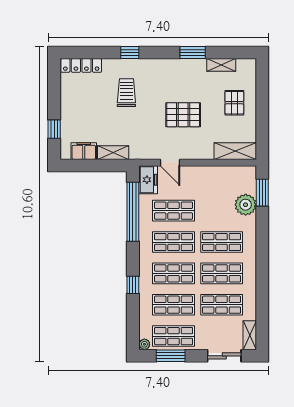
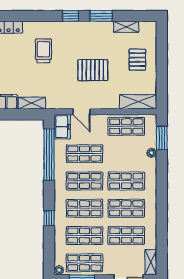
window: (130, 53) -> (70, 16), moved
shop shelf: (222, 179) -> (126, 126), added
plant: (246, 205) -> (152, 153), width x0.53, depth x0.53

